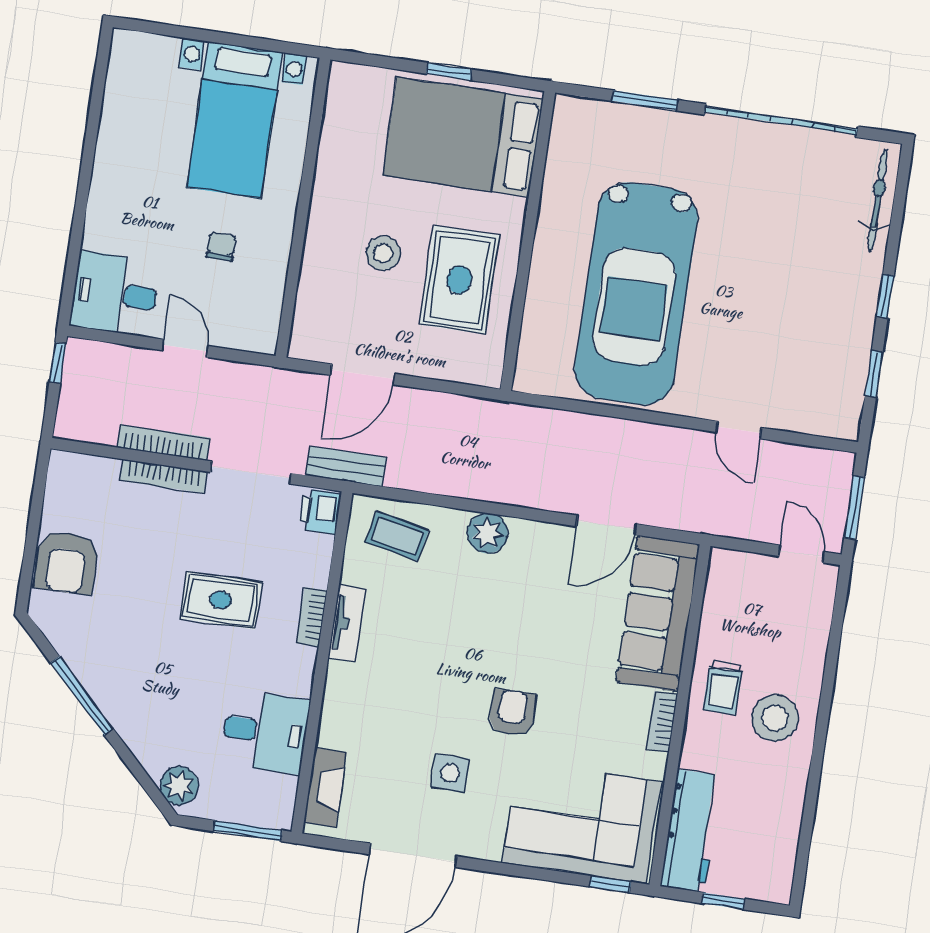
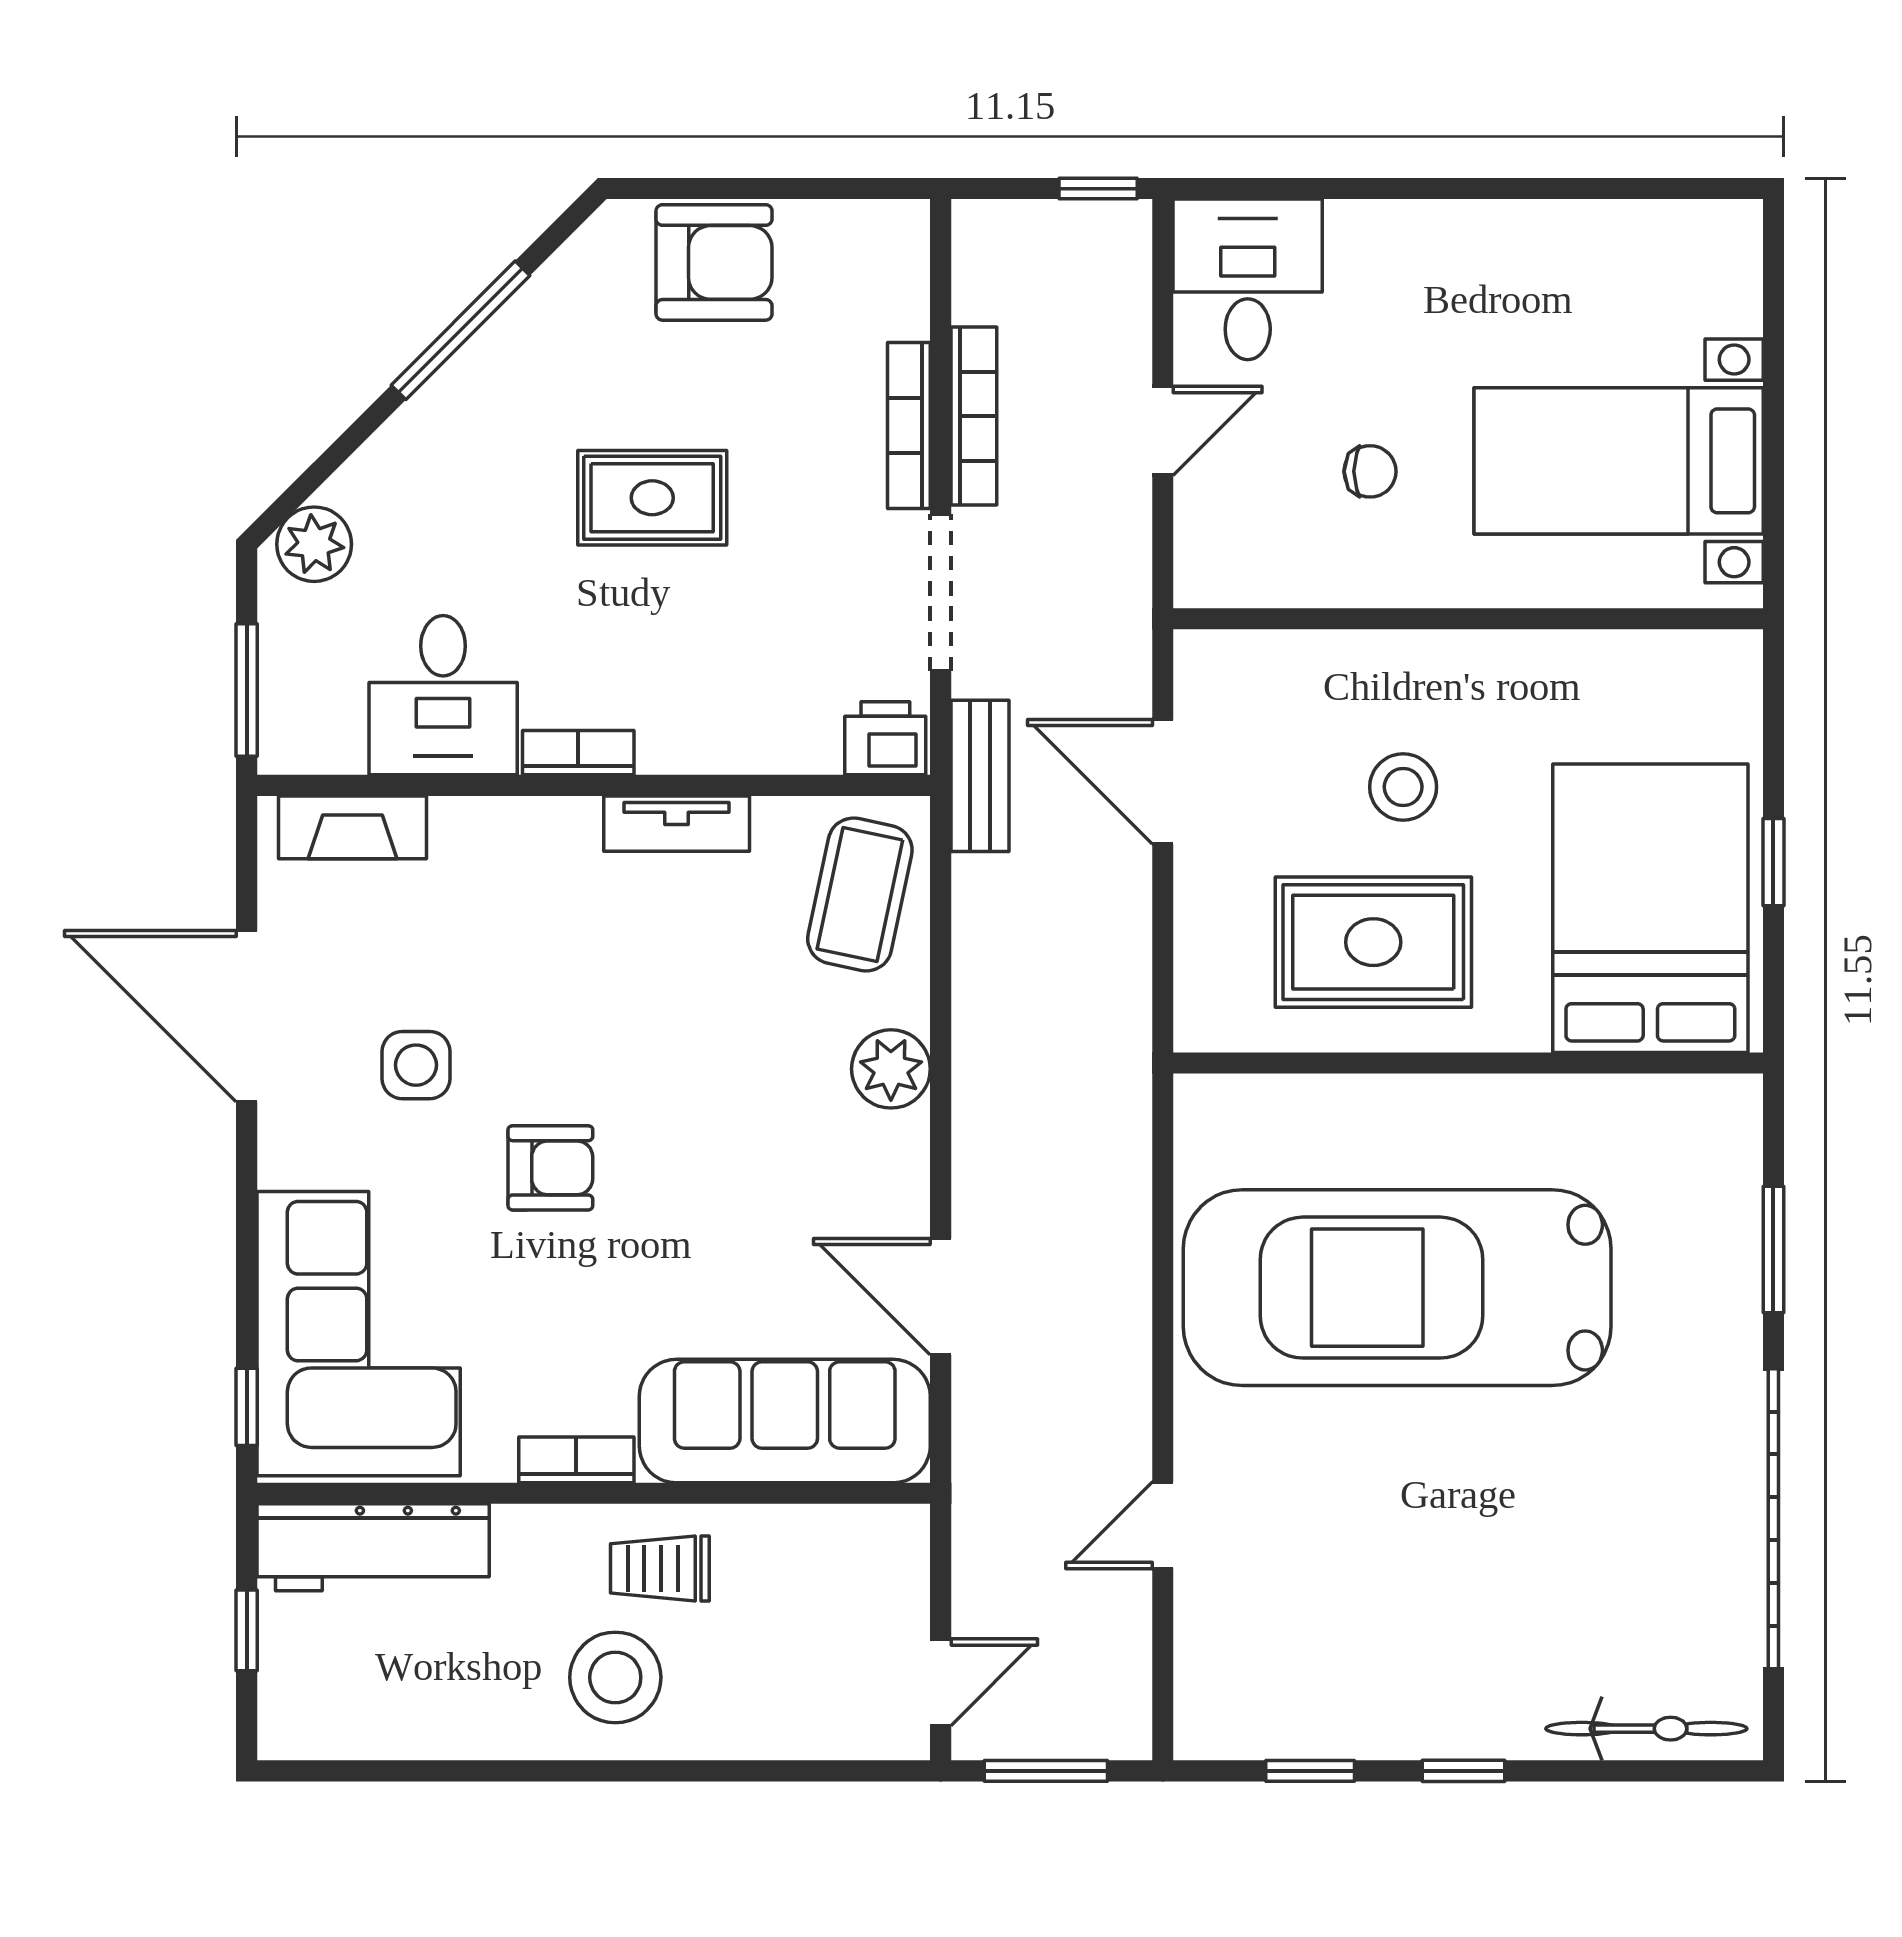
coffee table: (397, 536) -> (860, 895), width x1.36, depth x1.30
armchair: (66, 562) -> (714, 262), turned 180
rug: (221, 600) -> (652, 498), moved, turned 90
bookcase: (312, 617) -> (578, 753), moved

